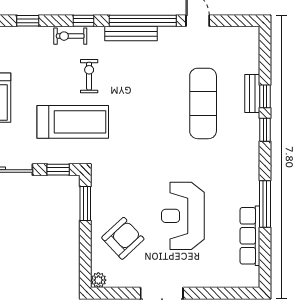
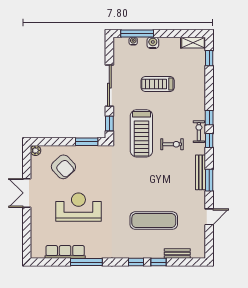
window: (28, 21) -> (209, 118), moved
window: (143, 21) -> (209, 180), width x0.47
bench: (252, 94) -> (177, 254), moved

